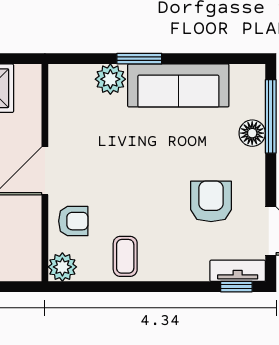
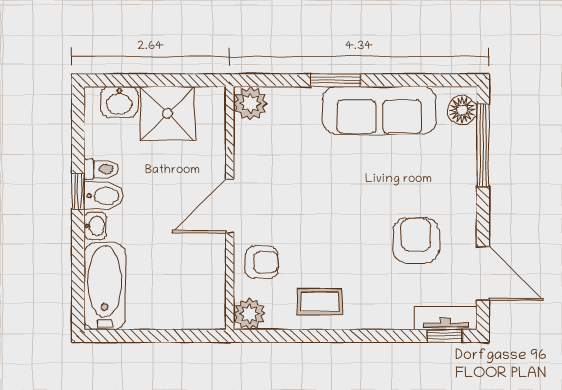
plant: (110, 79) -> (250, 103), moved
floor lamp: (252, 133) -> (462, 110), moved
coffee table: (125, 256) -> (320, 302), turned 90

